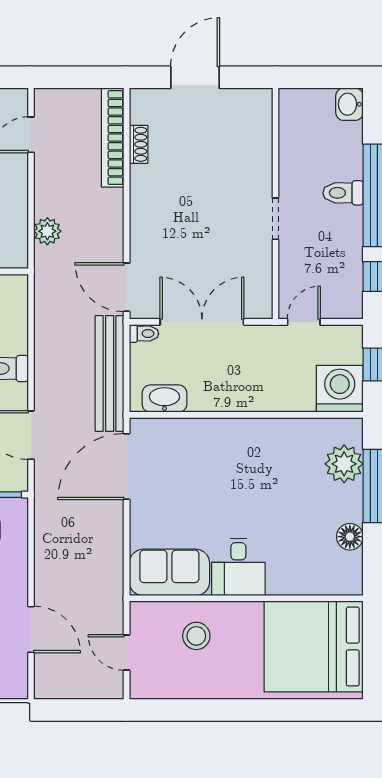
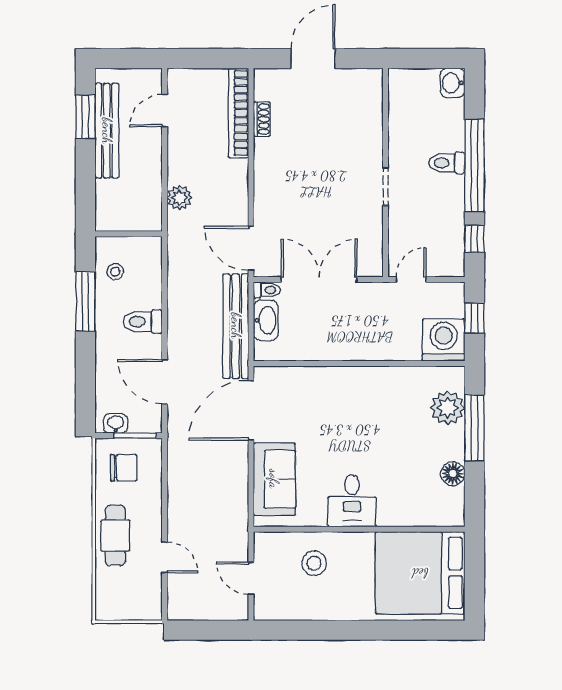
washbasin: (164, 399) -> (266, 320), moved, turned 90
sofa: (169, 572) -> (274, 479), moved, turned 90
door: (31, 629) -> (165, 557), width x0.73

